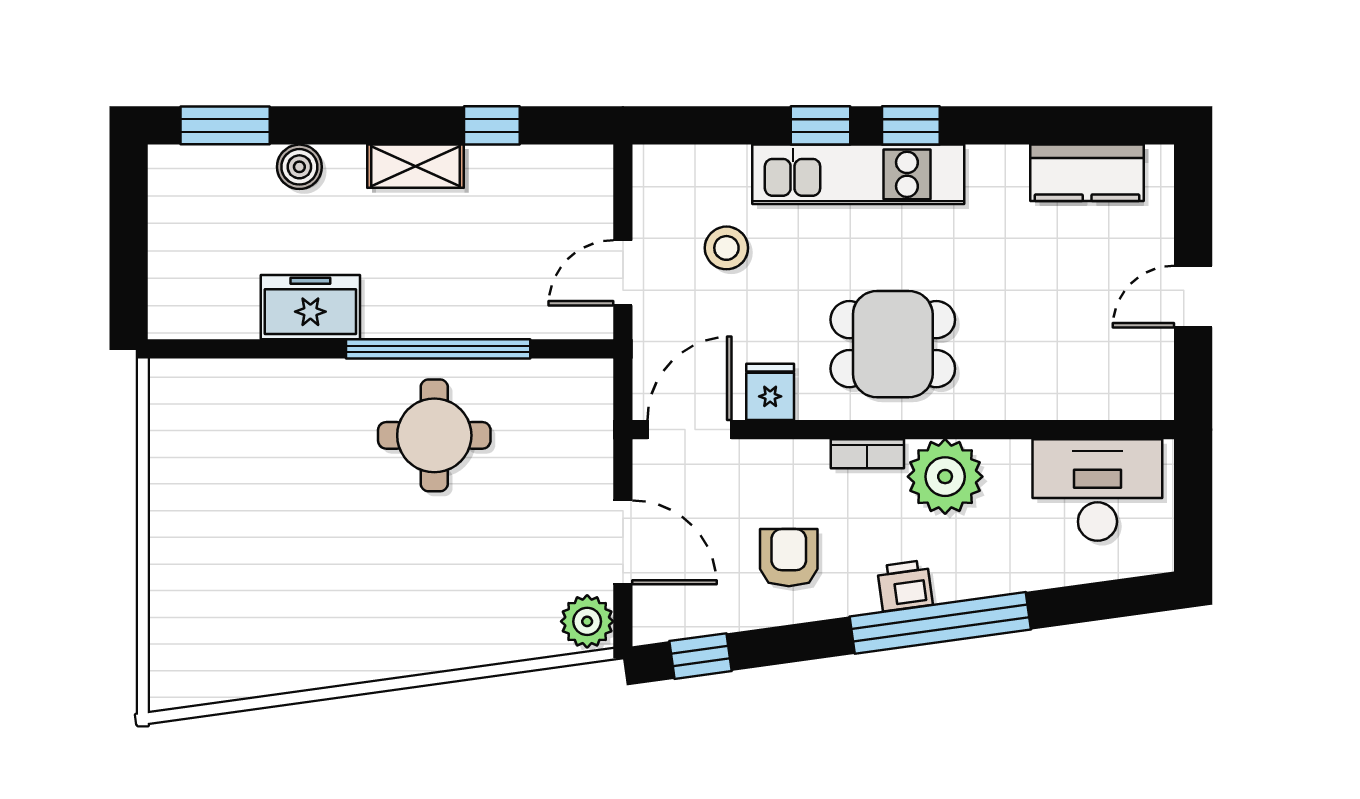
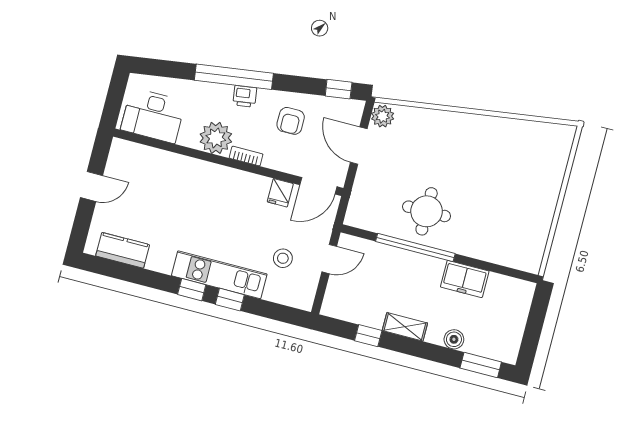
dining table: (893, 344) -> (223, 199), removed

